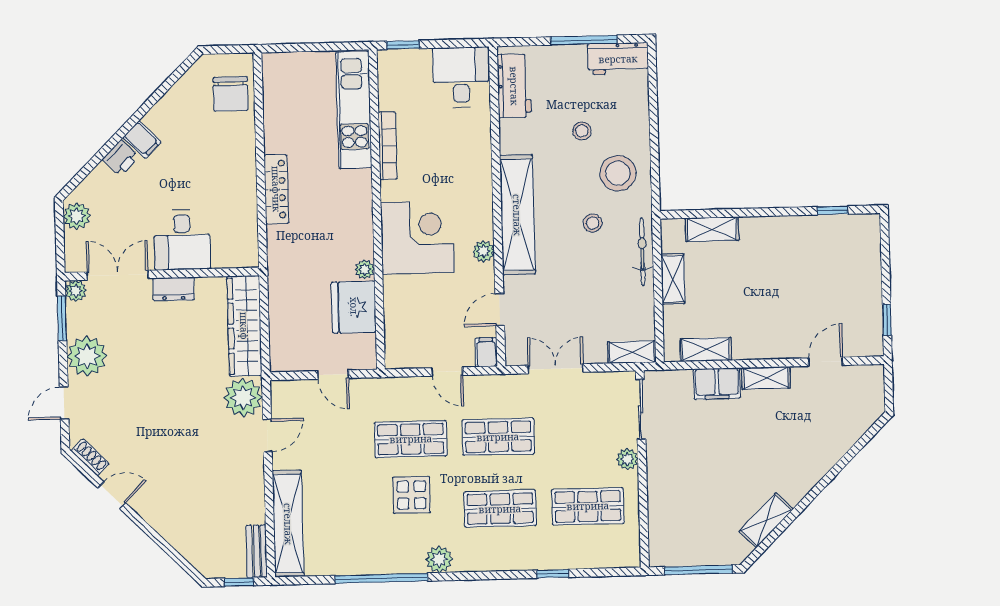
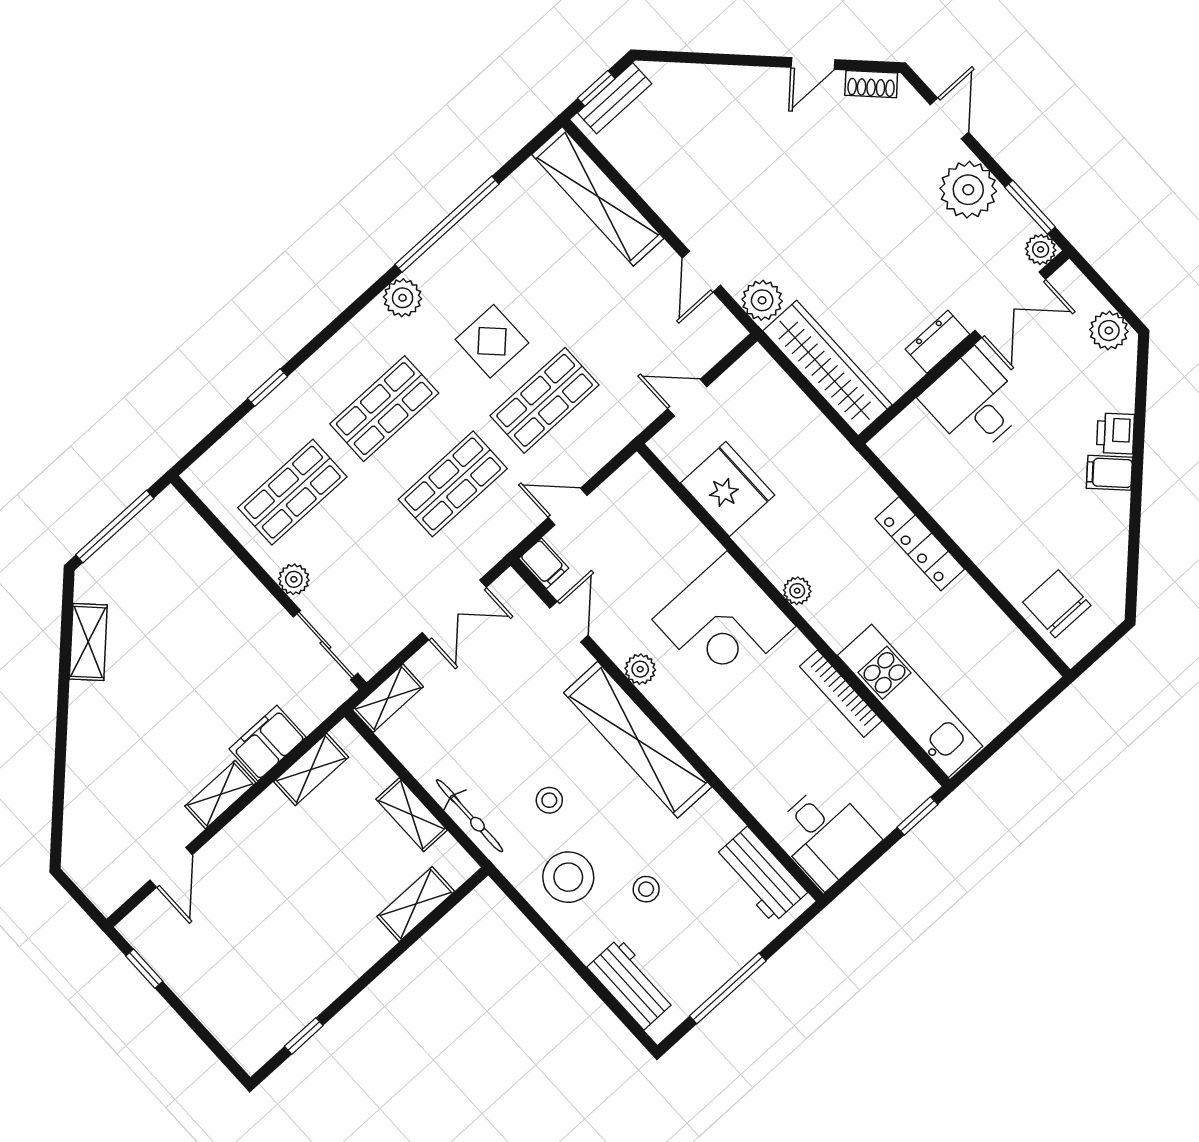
workbench: (618, 59) -> (632, 984), moved, turned 90
plant: (365, 269) -> (797, 591), moved
plant: (243, 397) -> (762, 300), width x0.73, depth x0.73
bench: (257, 551) -> (615, 98), moved, turned 90

